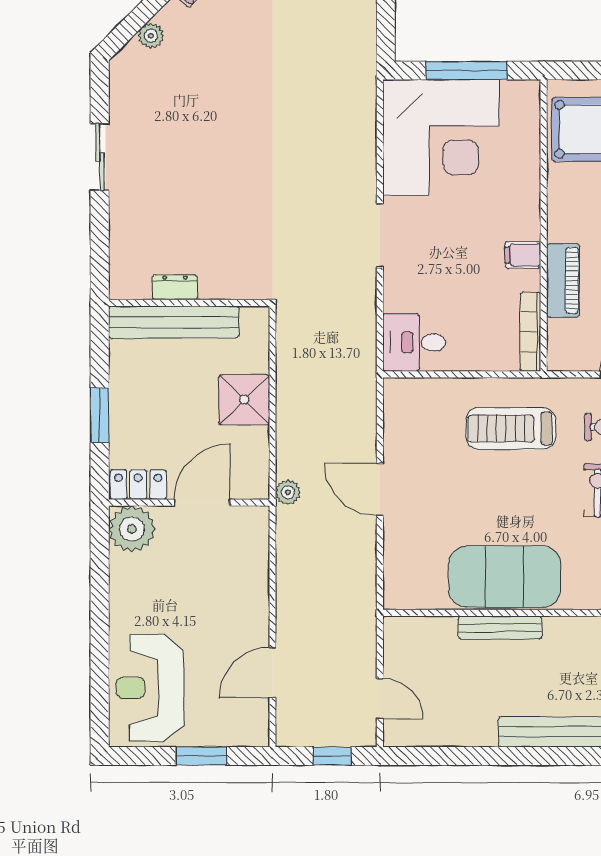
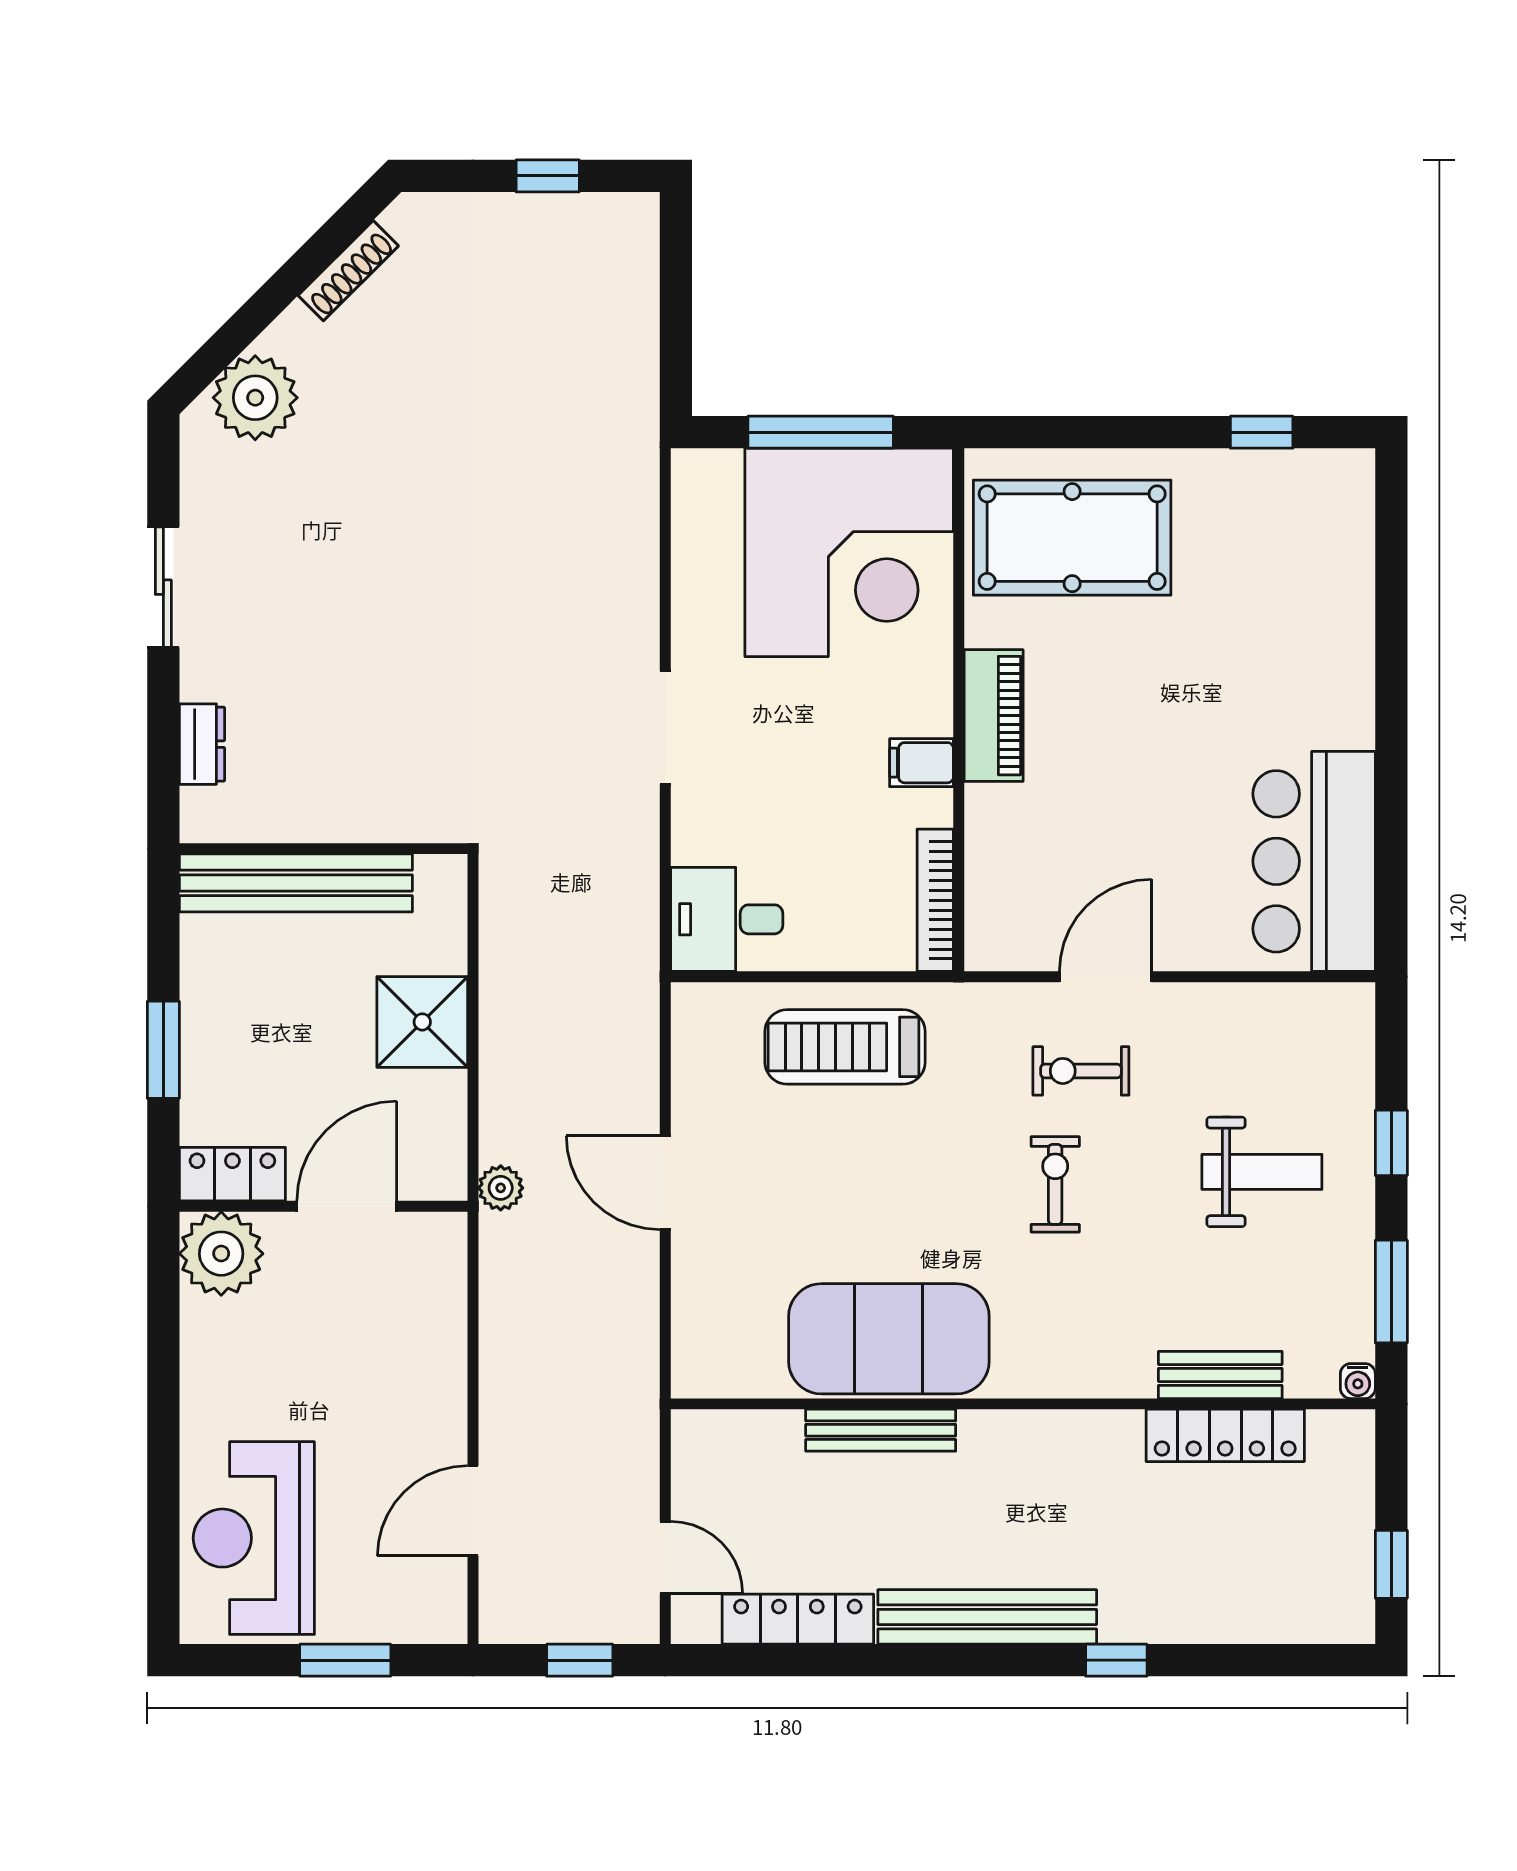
plant: (151, 36) -> (255, 398), width x1.88, depth x1.88
corner desk: (441, 138) -> (849, 552), moved
piano: (563, 280) -> (994, 716), moved
dresser: (175, 287) -> (202, 744), moved, turned 90
treadmill: (511, 428) -> (845, 1047), moved
locker: (454, 733) -> (798, 1619), added

